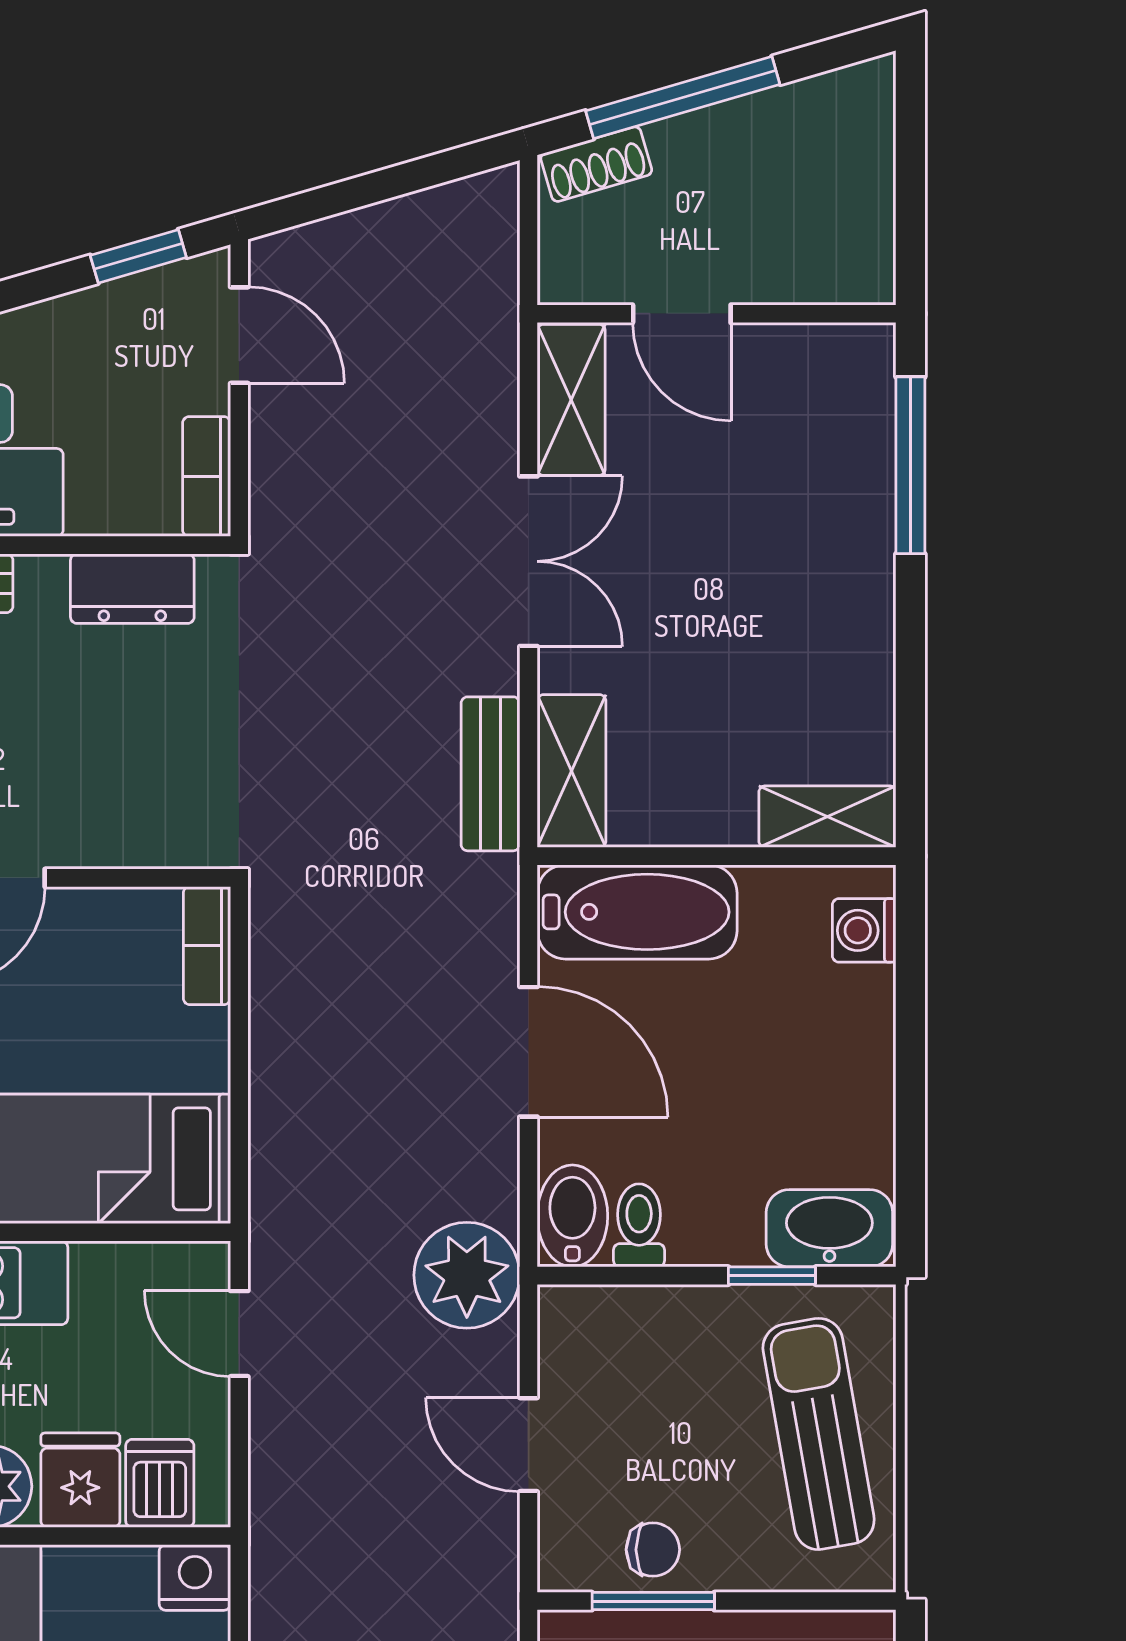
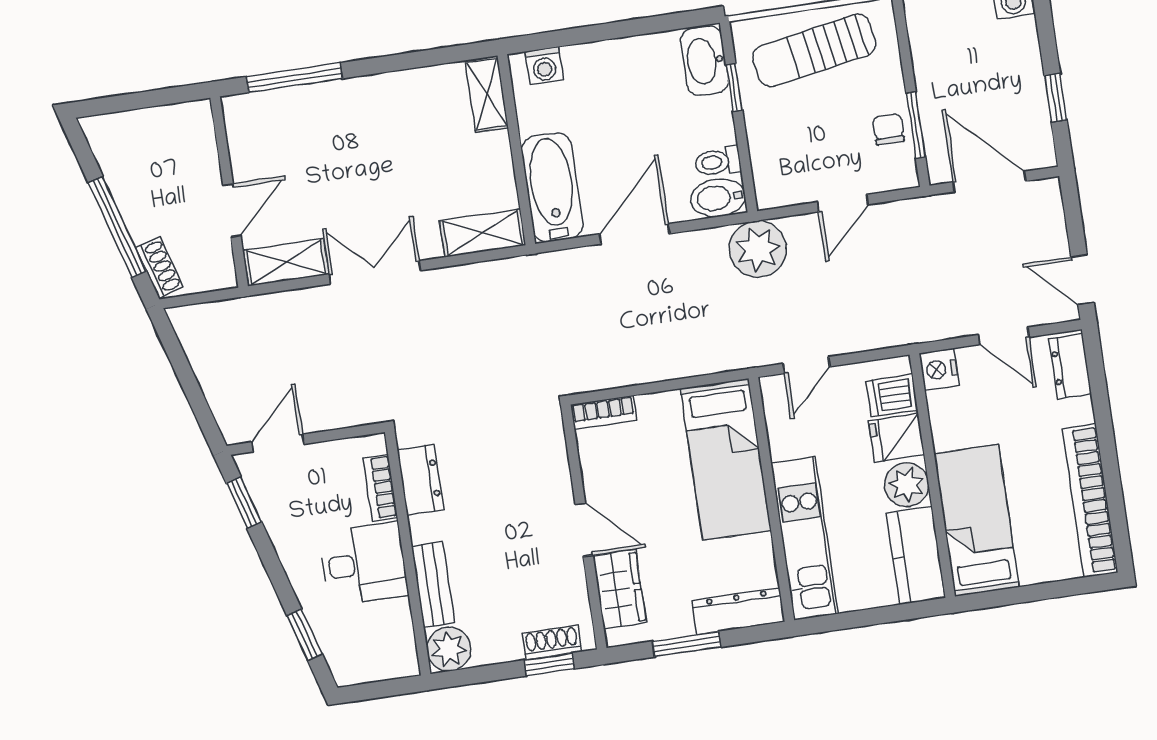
bookcase: (207, 477) -> (380, 488), moved, turned 90
bench: (490, 774) -> (490, 276), removed

